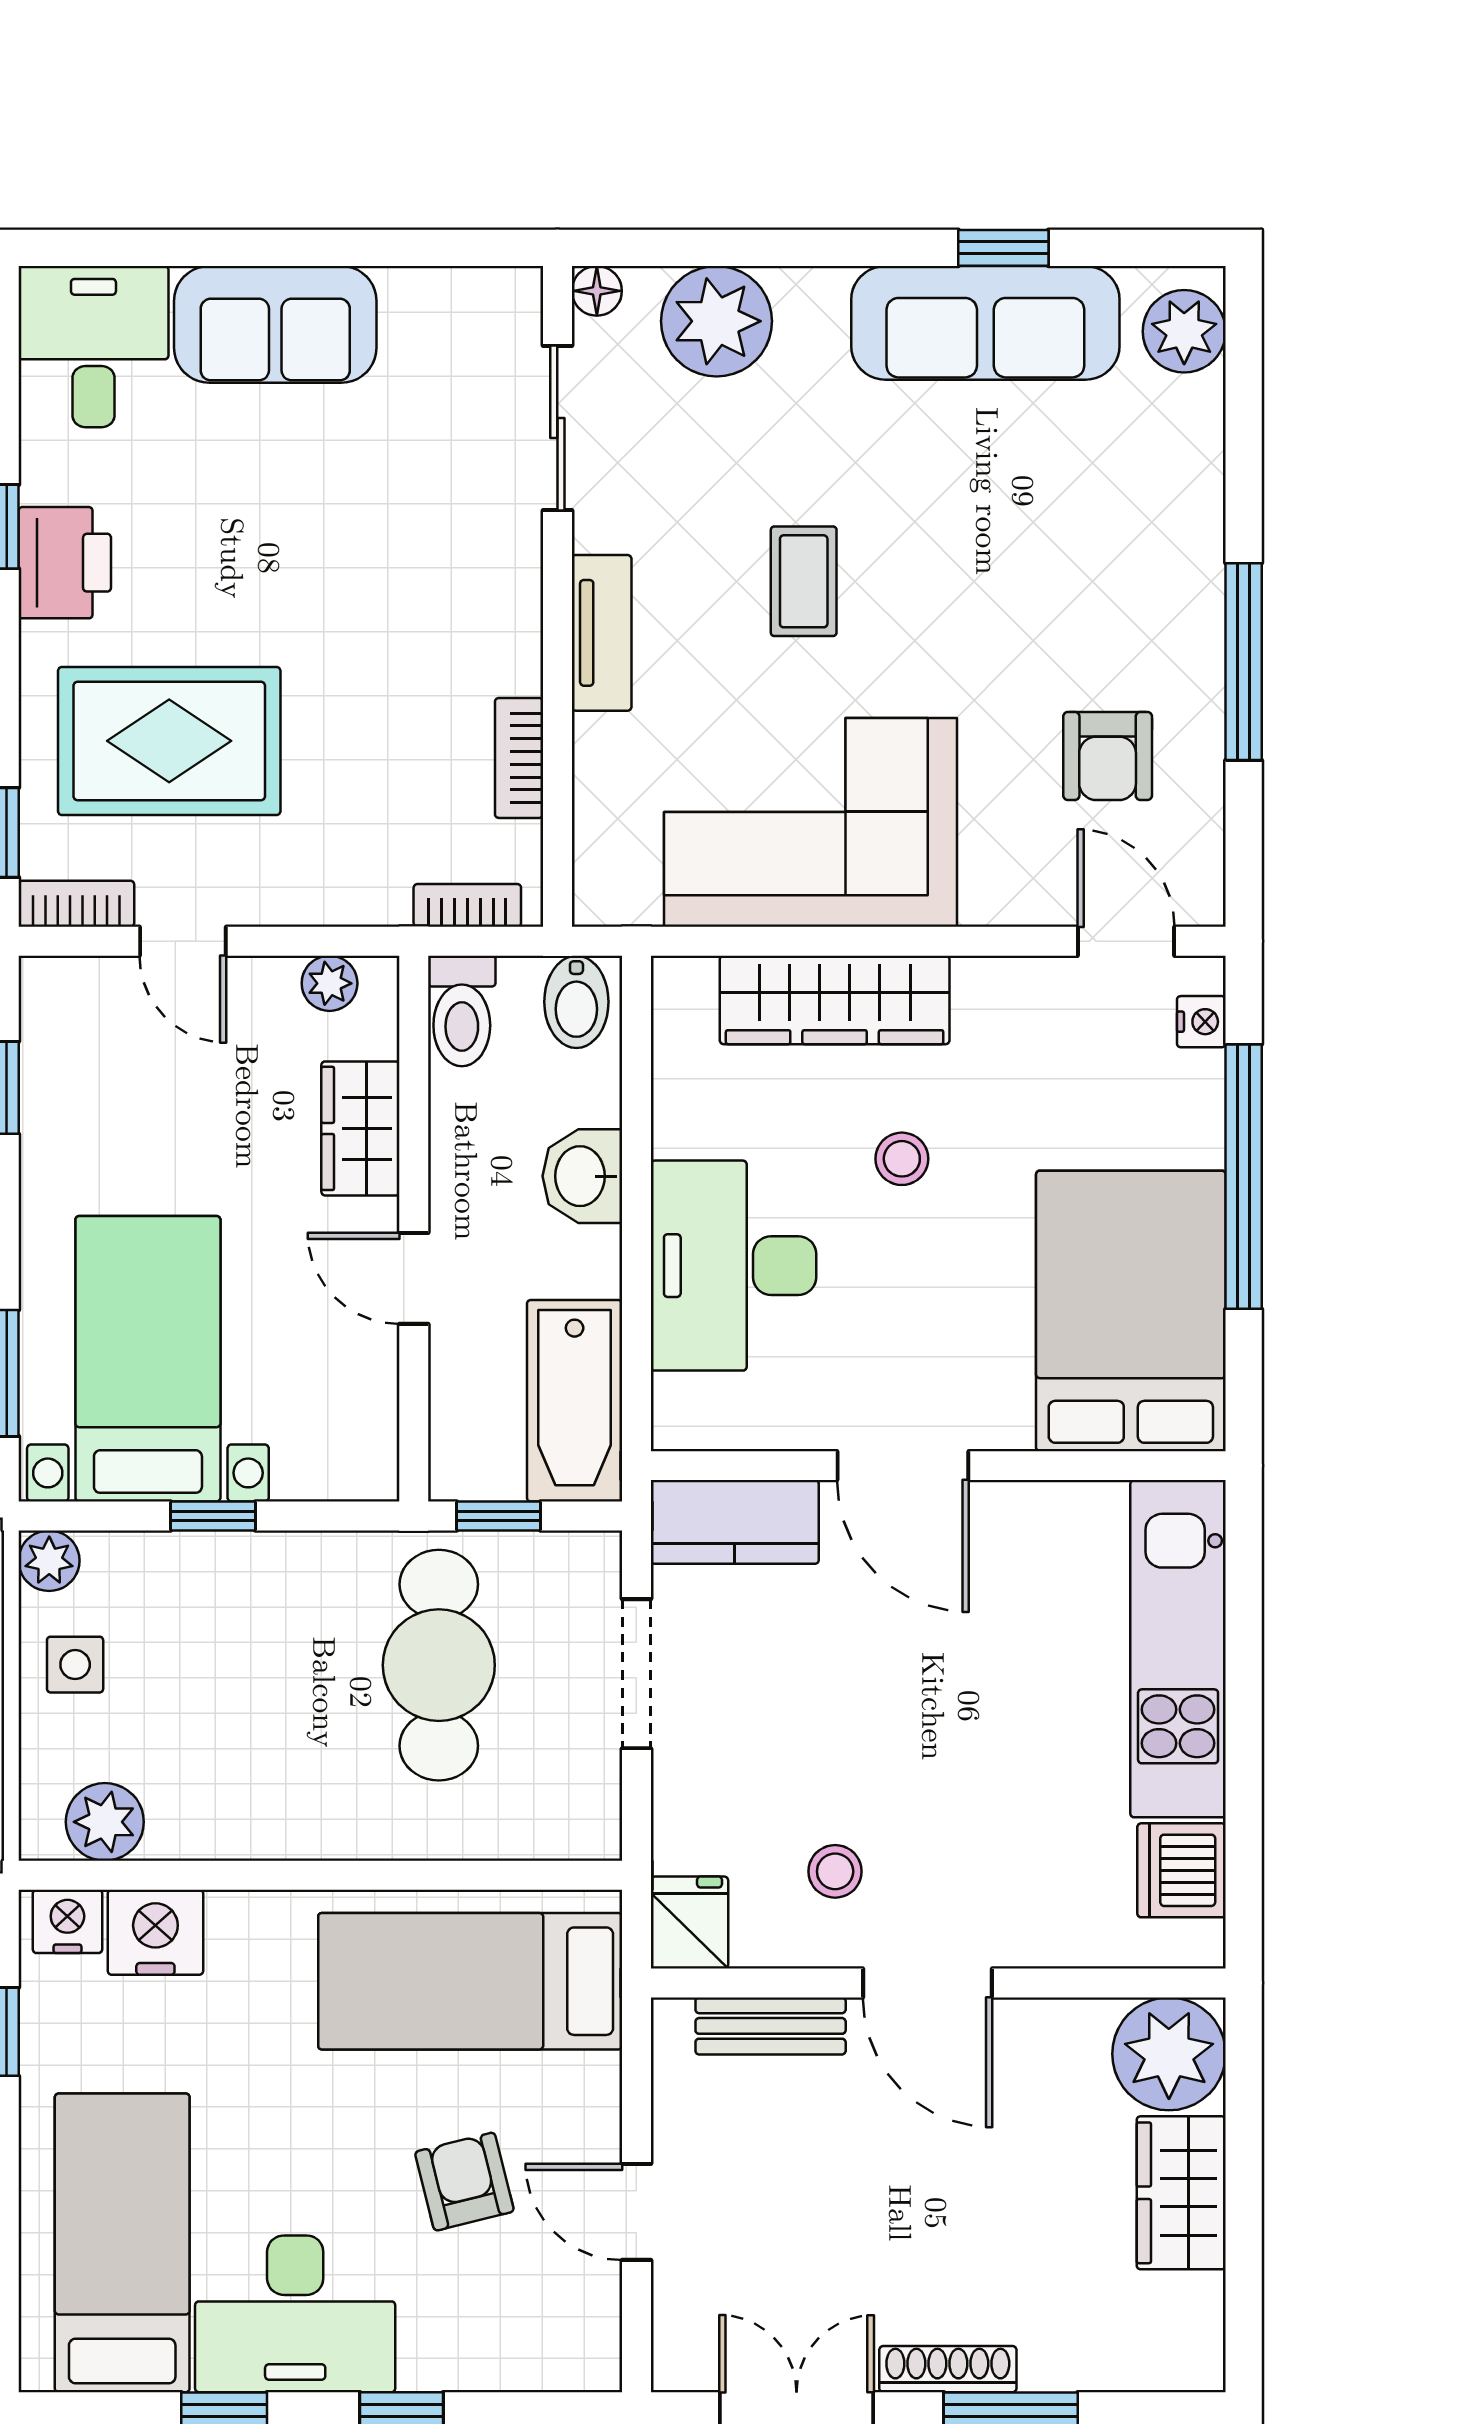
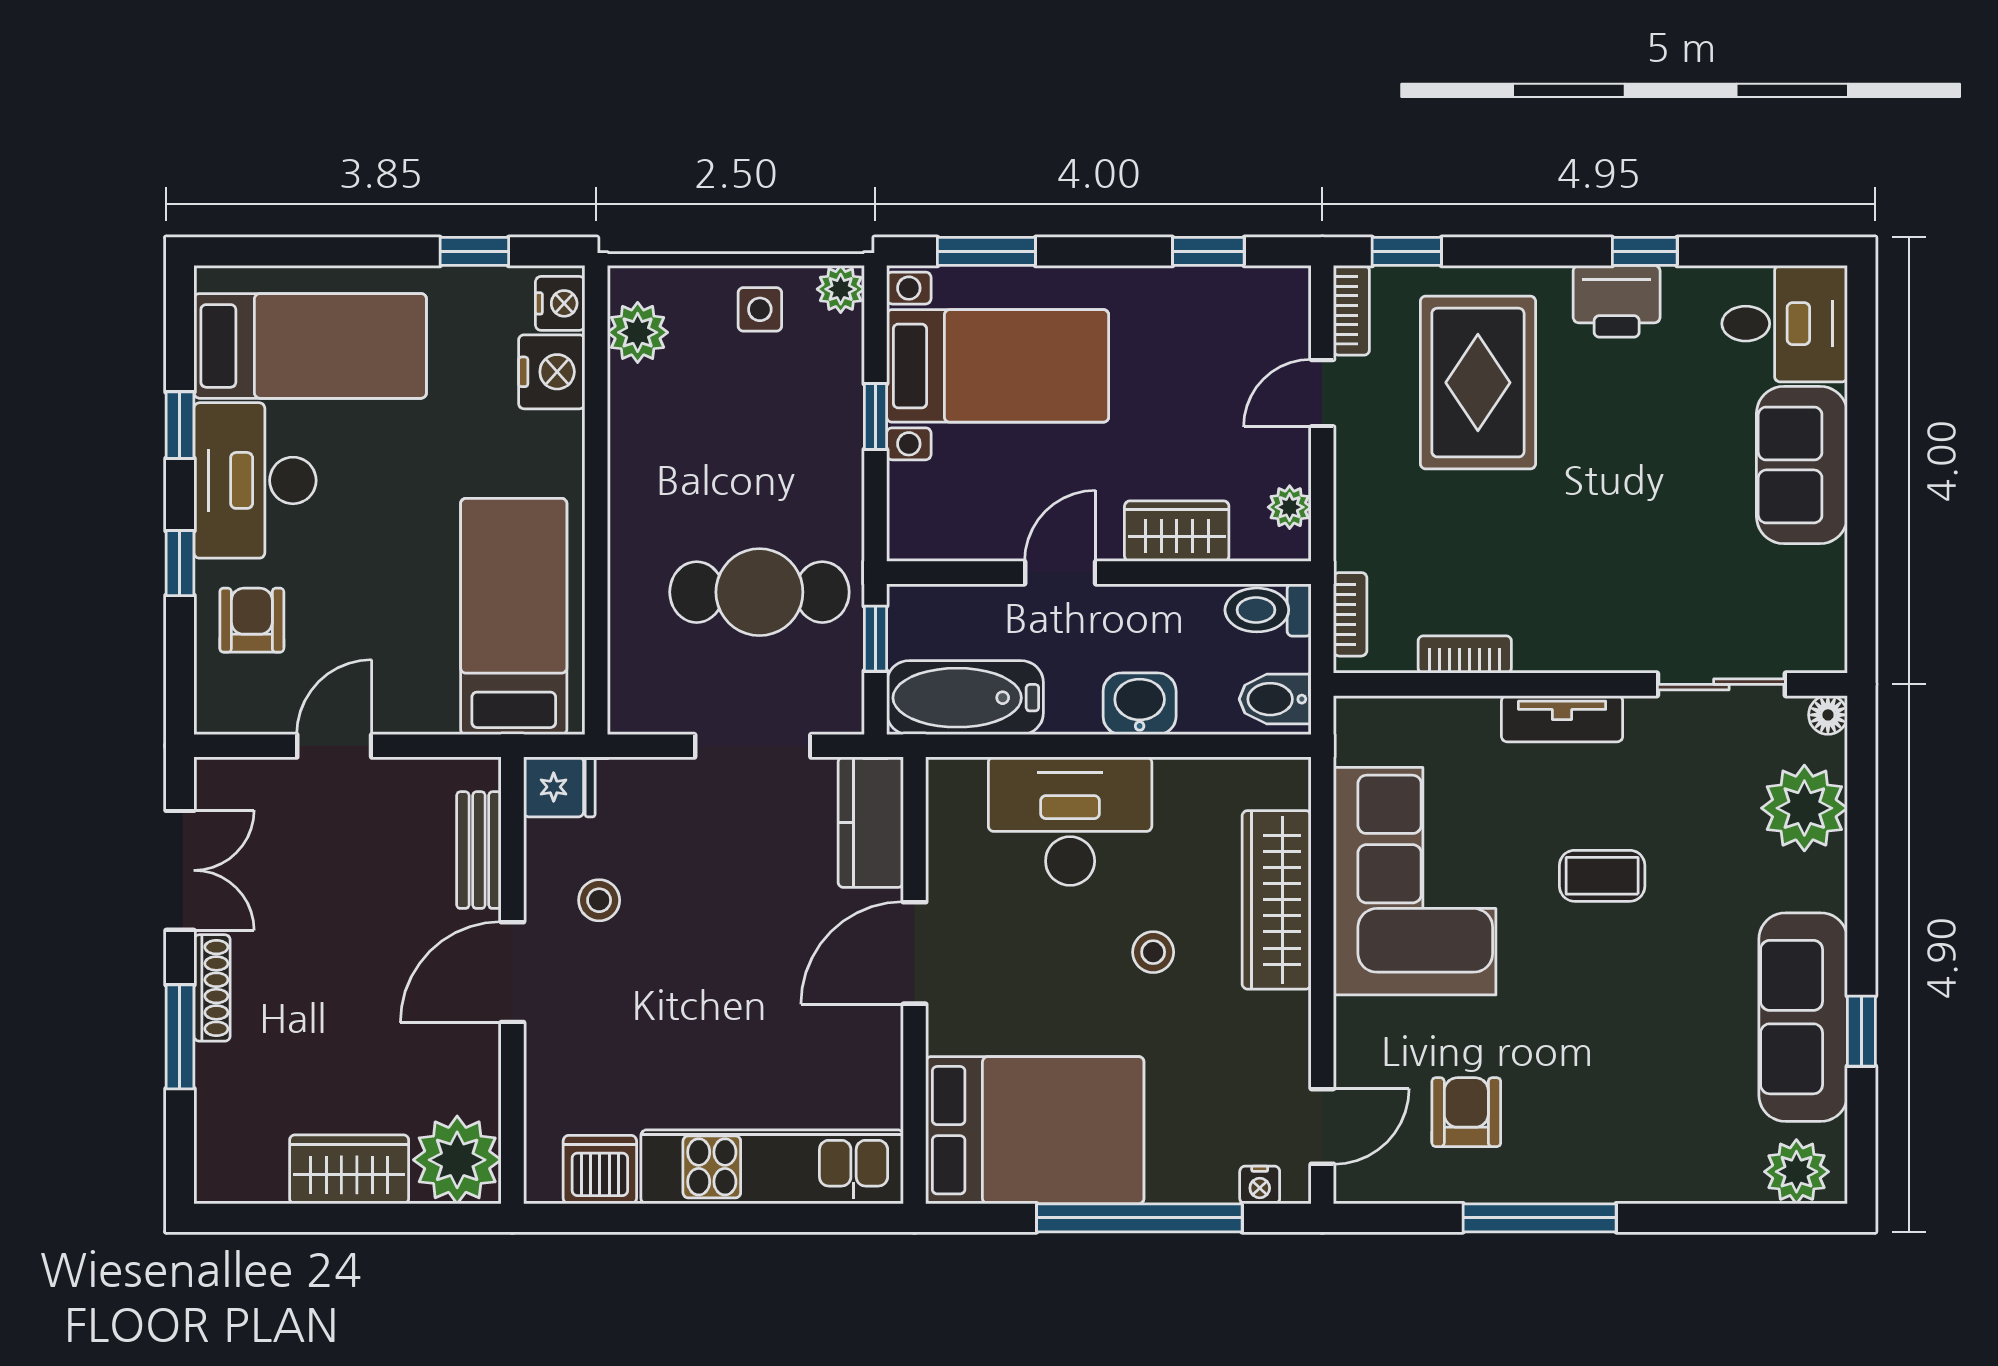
armchair: (1108, 756) -> (1466, 1112), turned 90
armchair: (464, 2182) -> (252, 620), moved, turned -76

